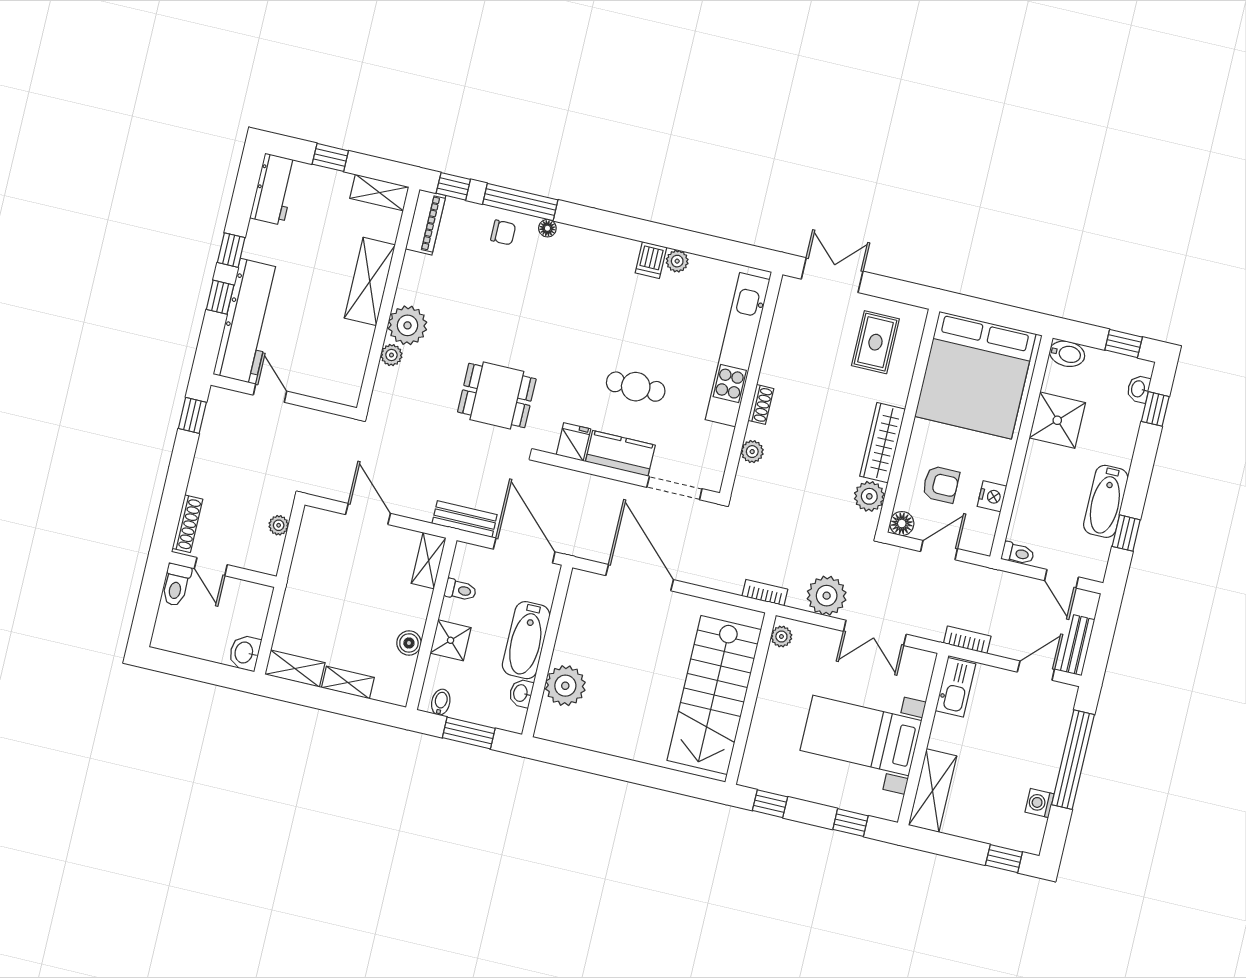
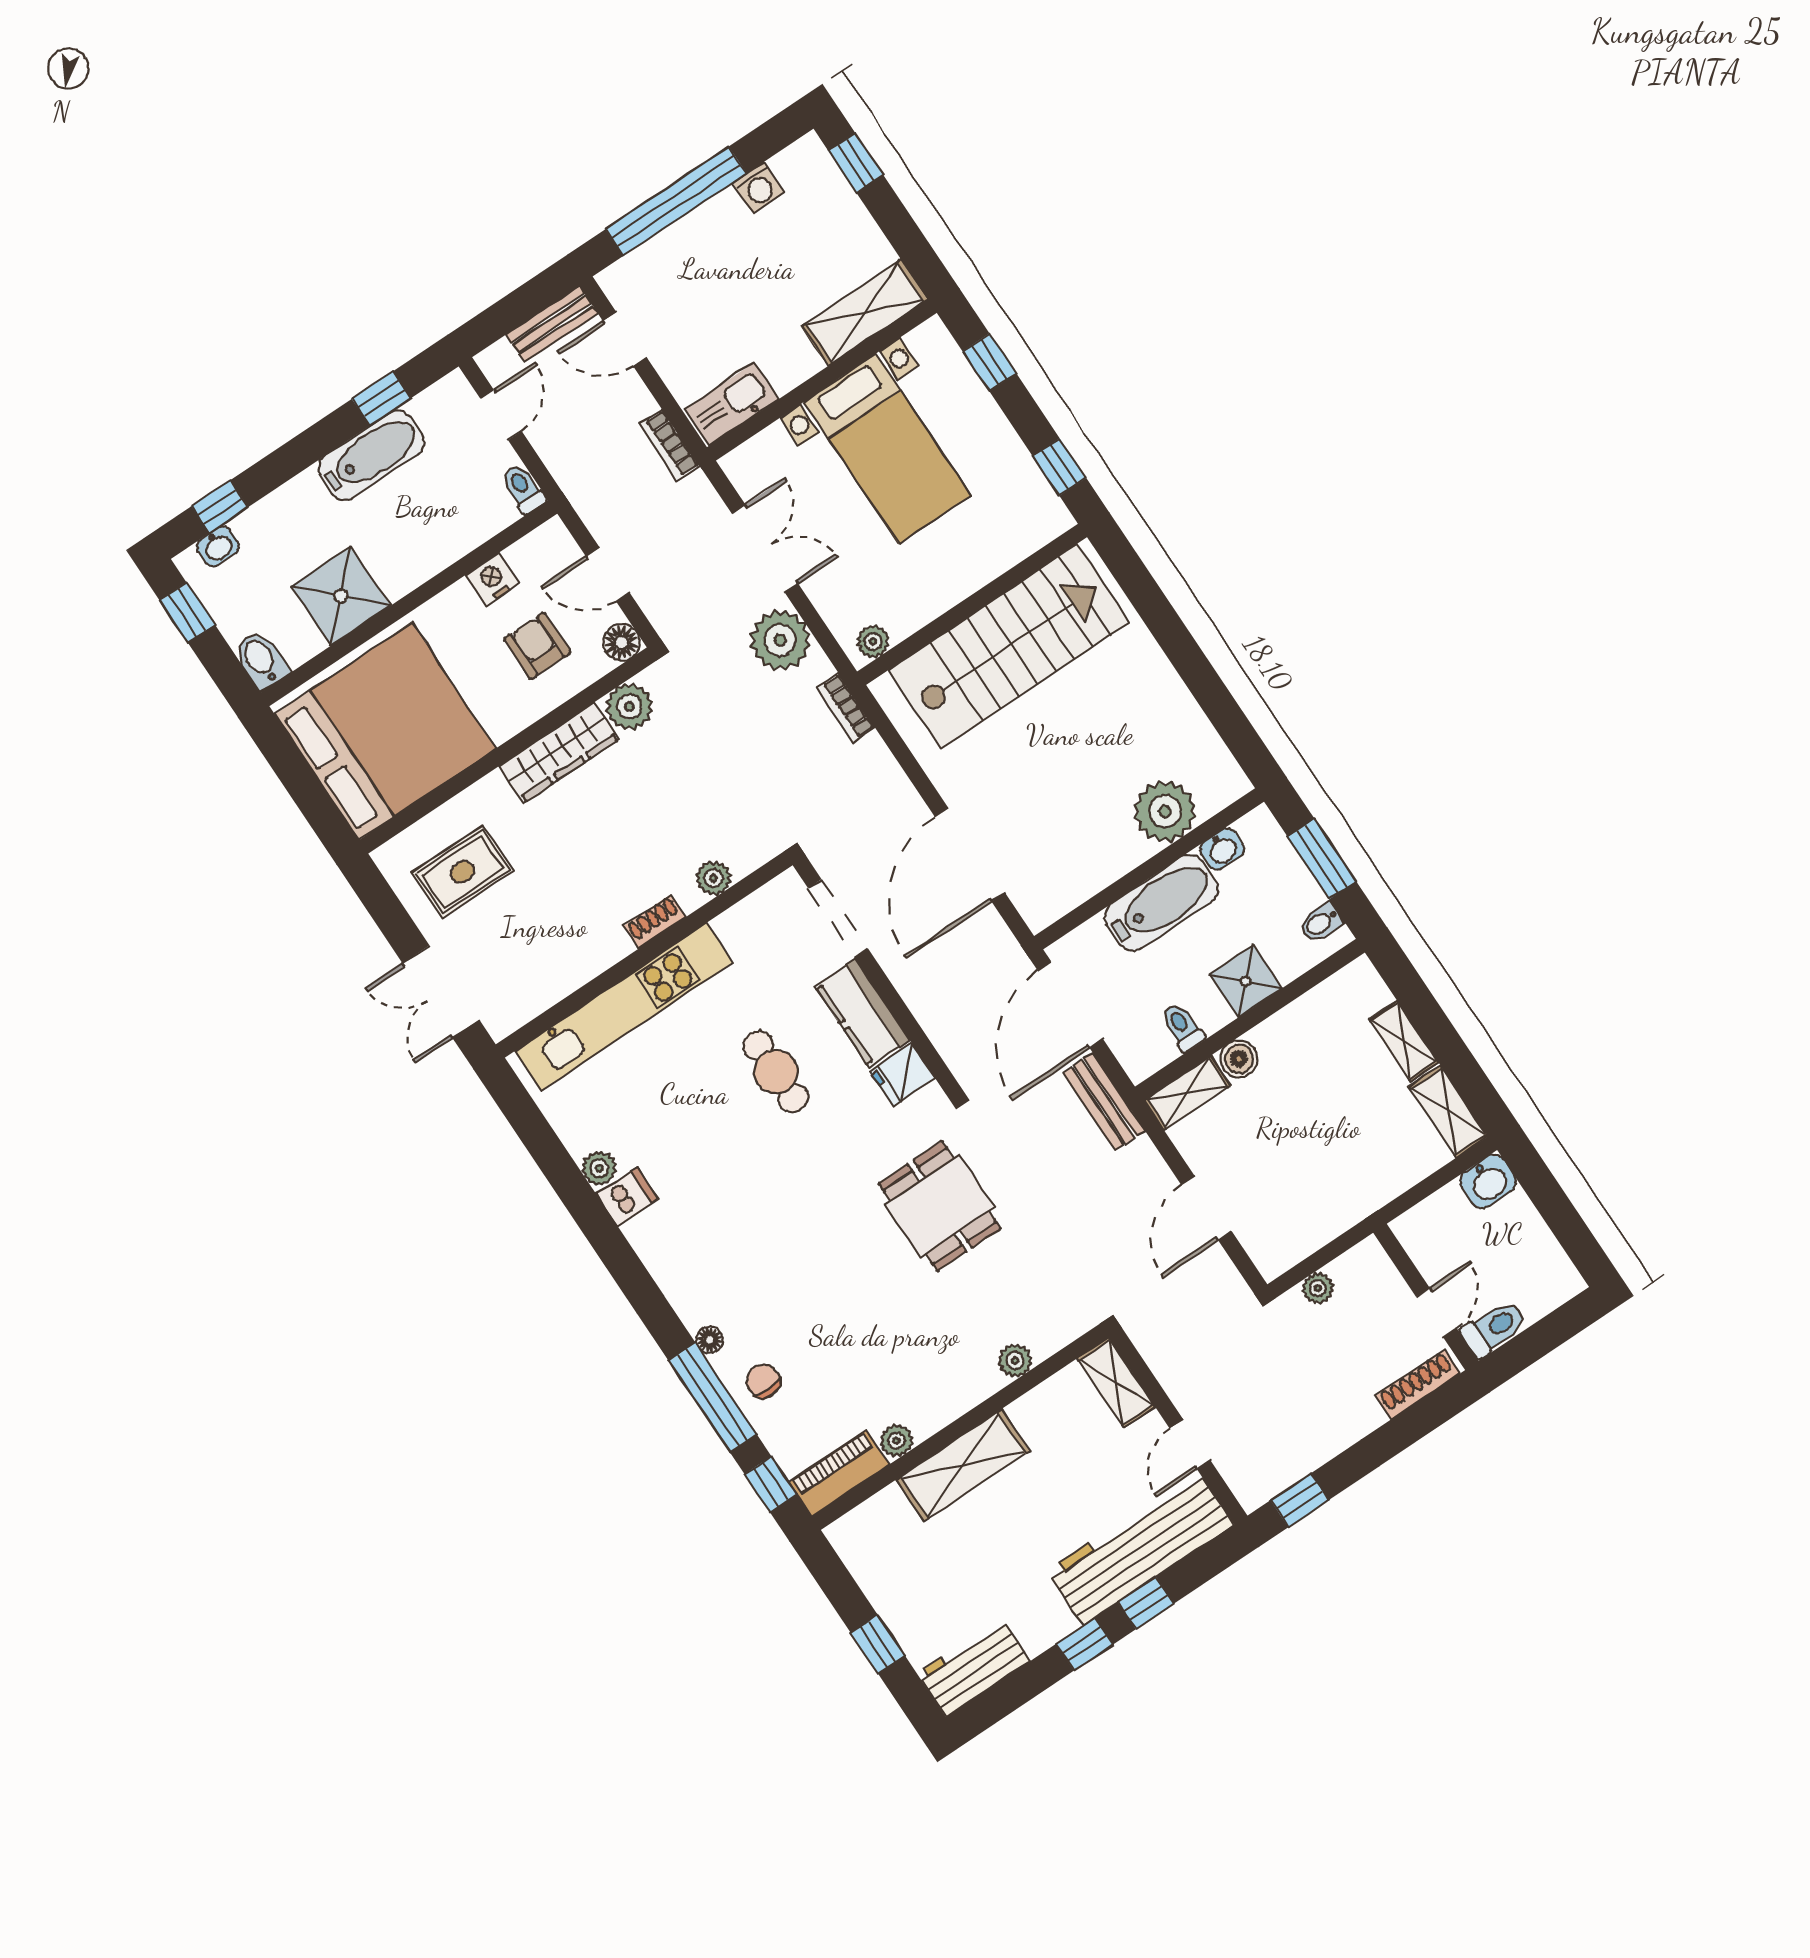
shelving: (379, 193) -> (1116, 1382), moved
plant: (407, 325) -> (896, 1441), moved, width x0.53, depth x0.53
boiler: (409, 643) -> (1239, 1059), moved

